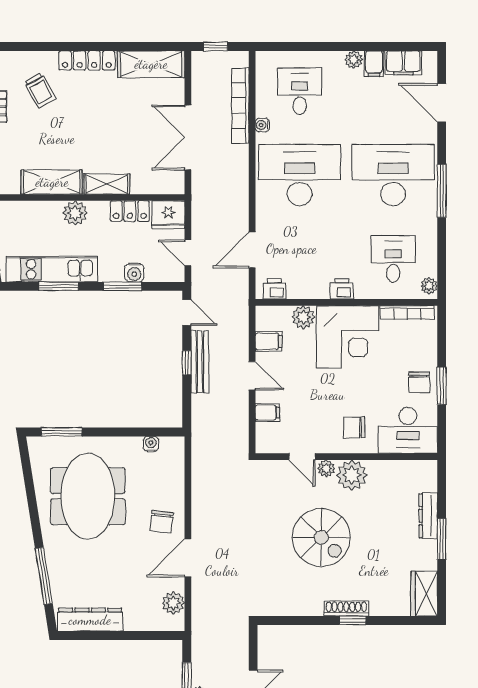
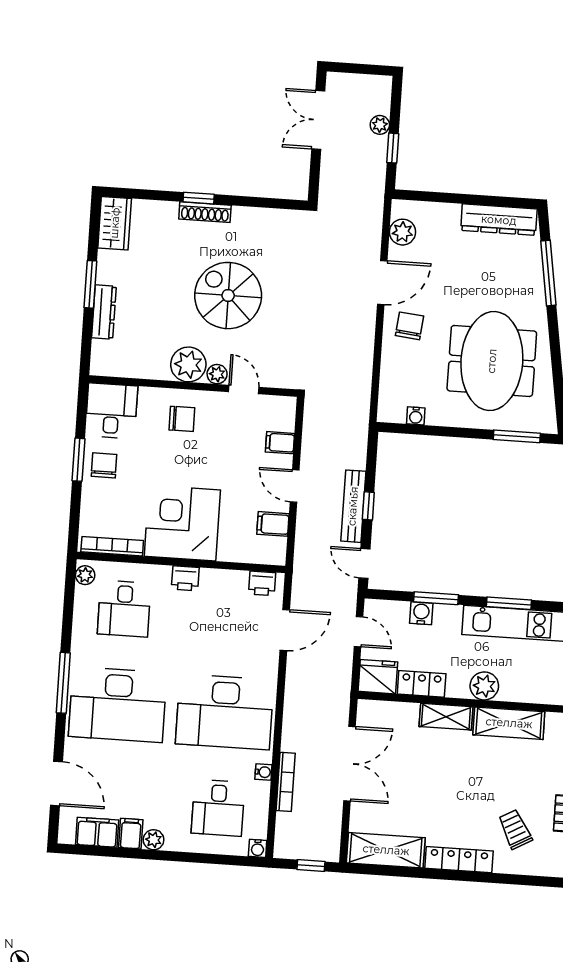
water cooler: (263, 58) -> (258, 848), added
bookcase: (240, 106) -> (286, 782), width x0.68, depth x0.76
plant: (303, 317) -> (231, 549), removed
desk: (408, 430) -> (111, 411), width x0.73

